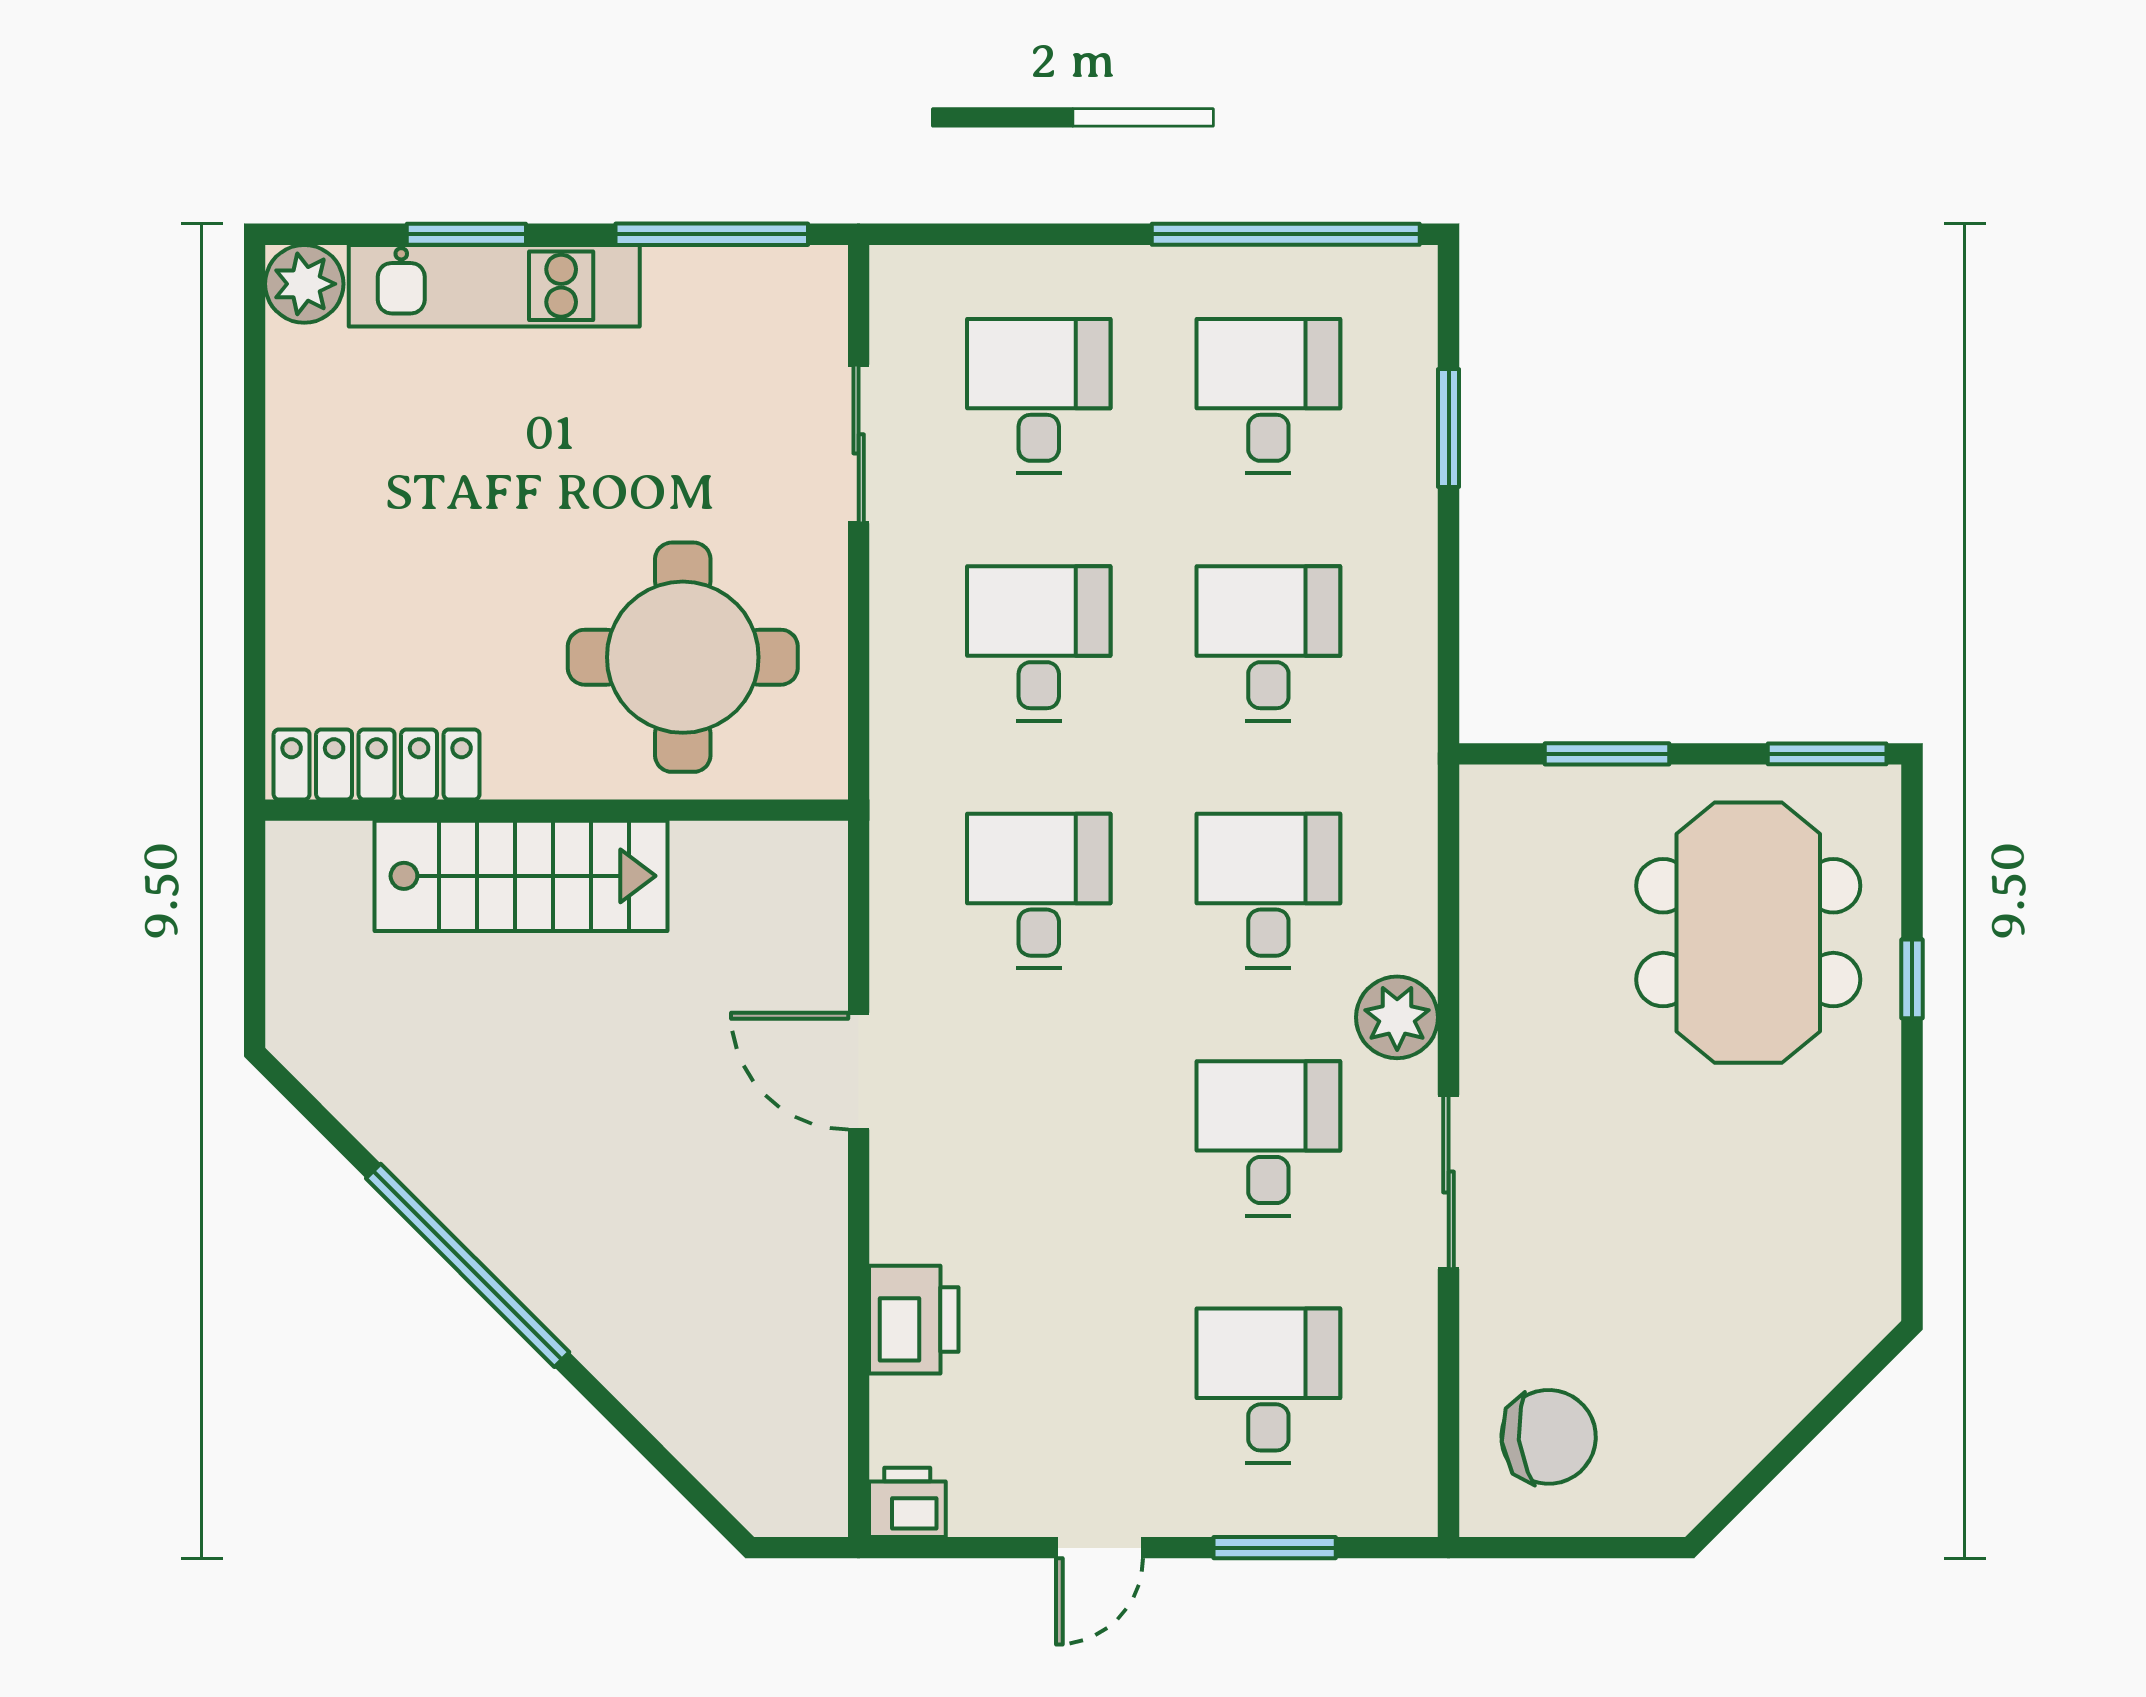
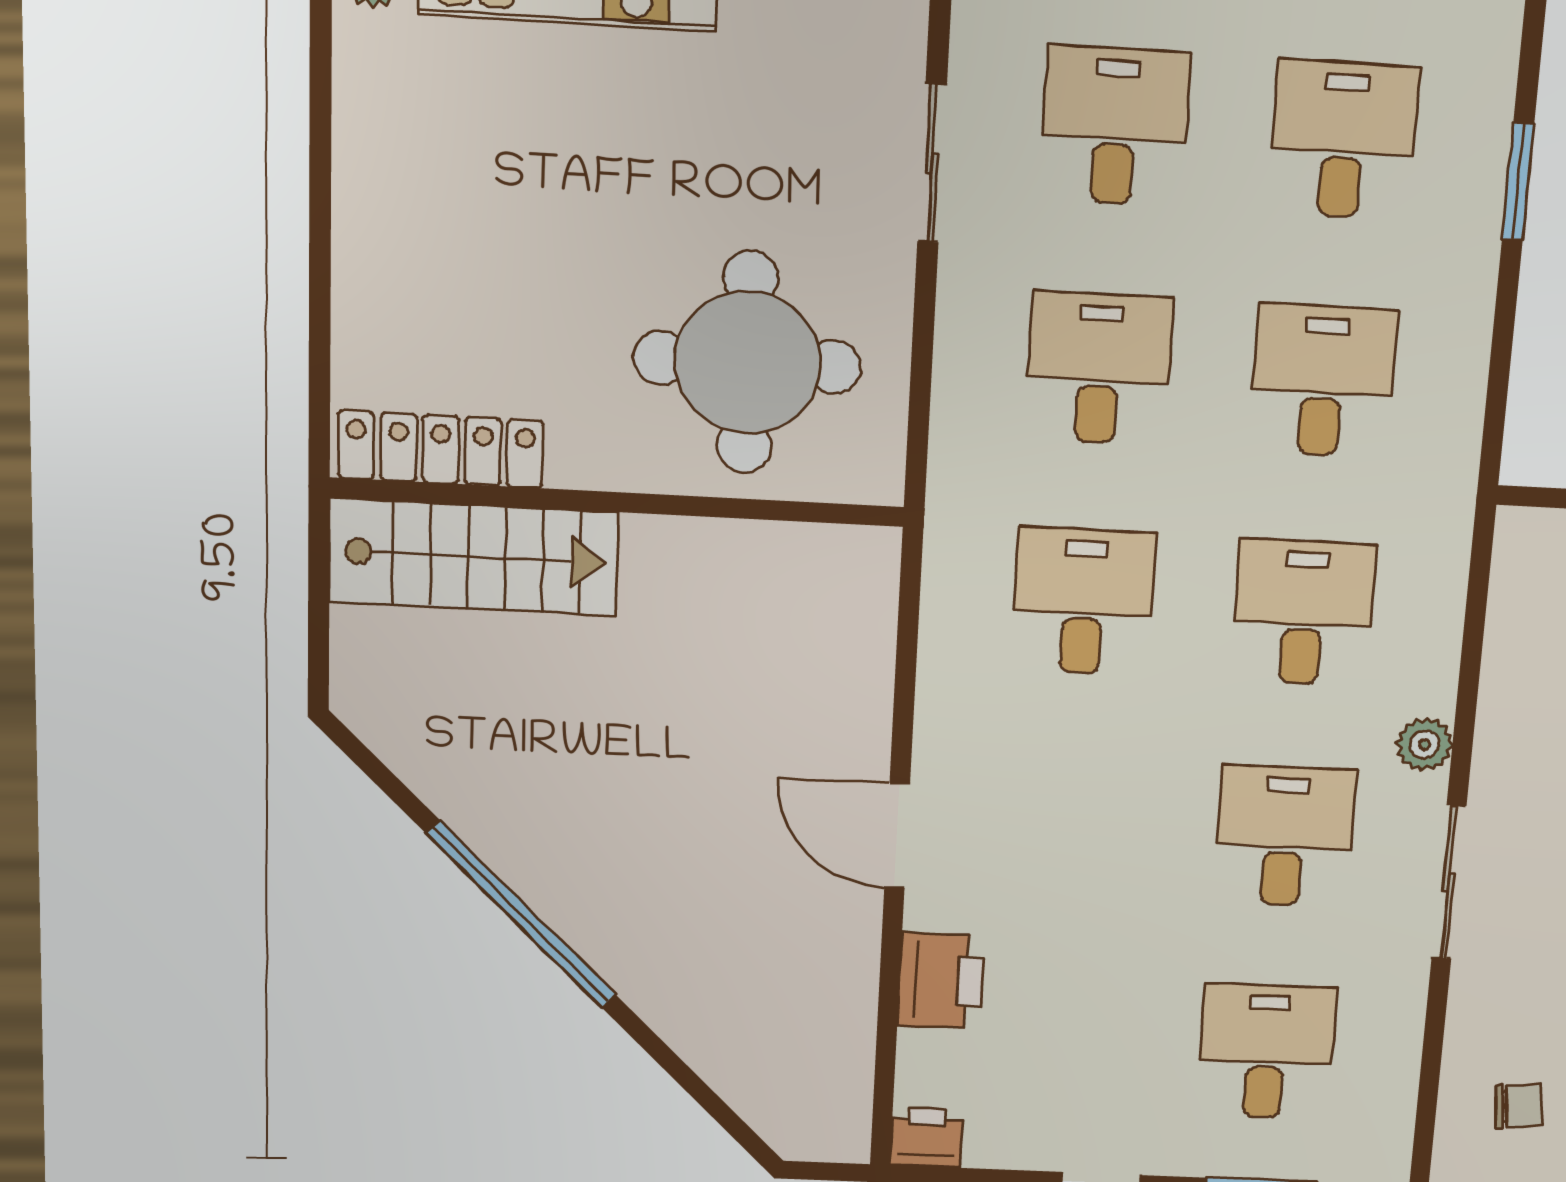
stairs: (521, 876) -> (474, 557), moved
plant: (1397, 1017) -> (1424, 744), width x0.73, depth x0.73
door: (859, 1071) -> (897, 836), moved
chair: (1549, 1437) -> (1518, 1106), width x0.54, depth x0.54

